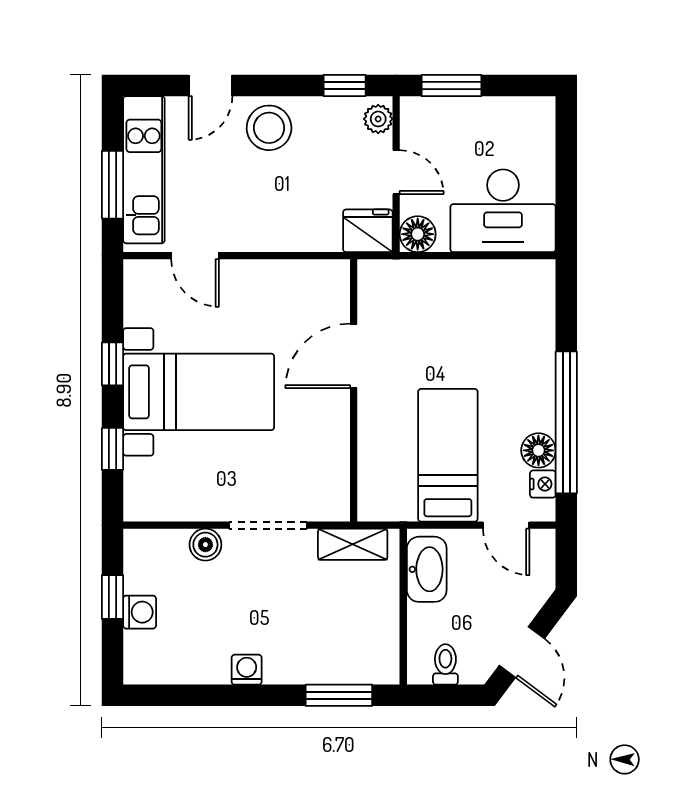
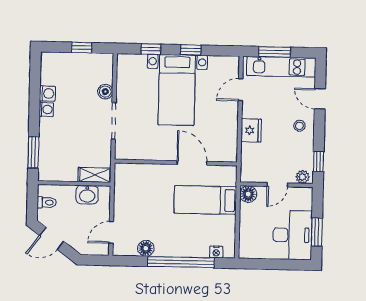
window: (451, 86) -> (317, 232), moved
stool: (269, 128) -> (299, 126), width x0.53, depth x0.53
desk: (503, 211) -> (292, 235), moved, turned 180
fridge: (368, 231) -> (251, 130), moved
window: (566, 422) -> (181, 262), moved
bed: (448, 455) -> (205, 200), moved, turned 180
nightstand: (543, 484) -> (216, 252), moved
shelving: (353, 544) -> (95, 175), moved, turned 90
washbasin: (427, 569) -> (87, 195), width x0.72
washing machine: (140, 612) -> (47, 94), moved, turned -90

